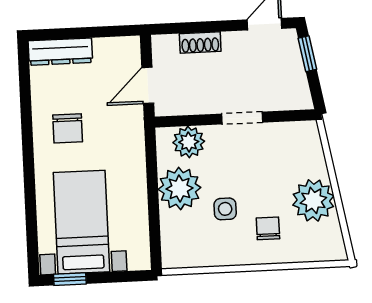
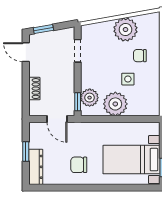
window: (87, 33) -> (26, 151), added
doorway: (242, 118) -> (78, 51), moved
window: (180, 121) -> (78, 102), added
chair: (68, 128) -> (79, 165), turned 180

